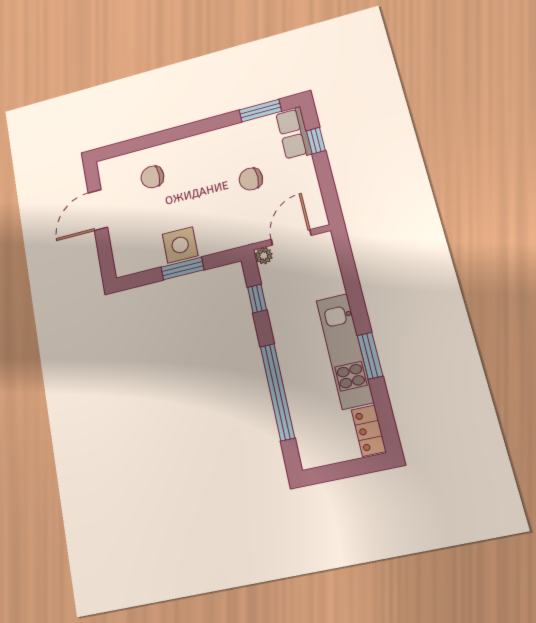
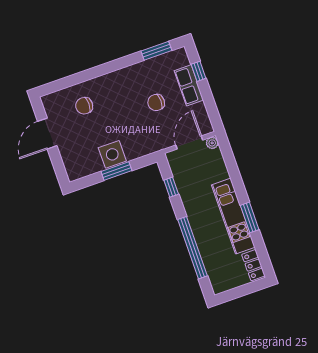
row of seats: (294, 133) -> (189, 85), moved
plant: (264, 256) -> (212, 143), moved

